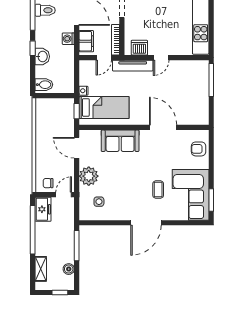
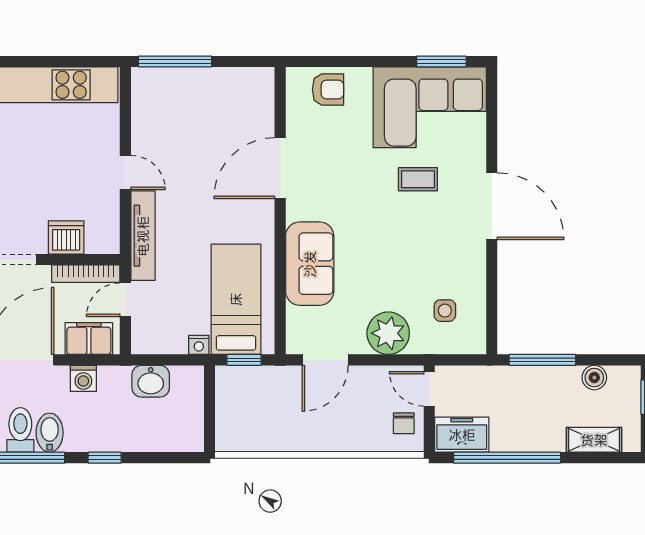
dishwasher: (139, 48) -> (66, 237), moved, turned 90
washbasin: (42, 57) -> (151, 381), moved, turned 180
door: (104, 58) -> (125, 300), swing flipped
bidet: (44, 85) -> (50, 433), moved
armchair: (199, 149) -> (328, 89), turned -90

